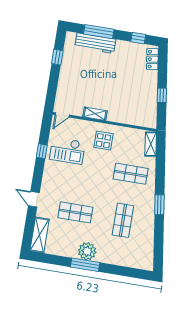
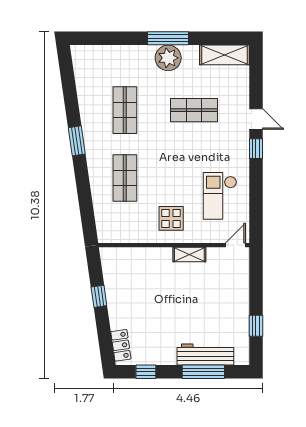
shelving: (151, 144) -> (103, 225), removed
window: (42, 151) -> (256, 149), moved
checkout: (67, 151) -> (220, 196), turned -90
shop shelf: (131, 174) -> (125, 178), turned 90
shelving: (40, 235) -> (224, 55), moved, turned 90

